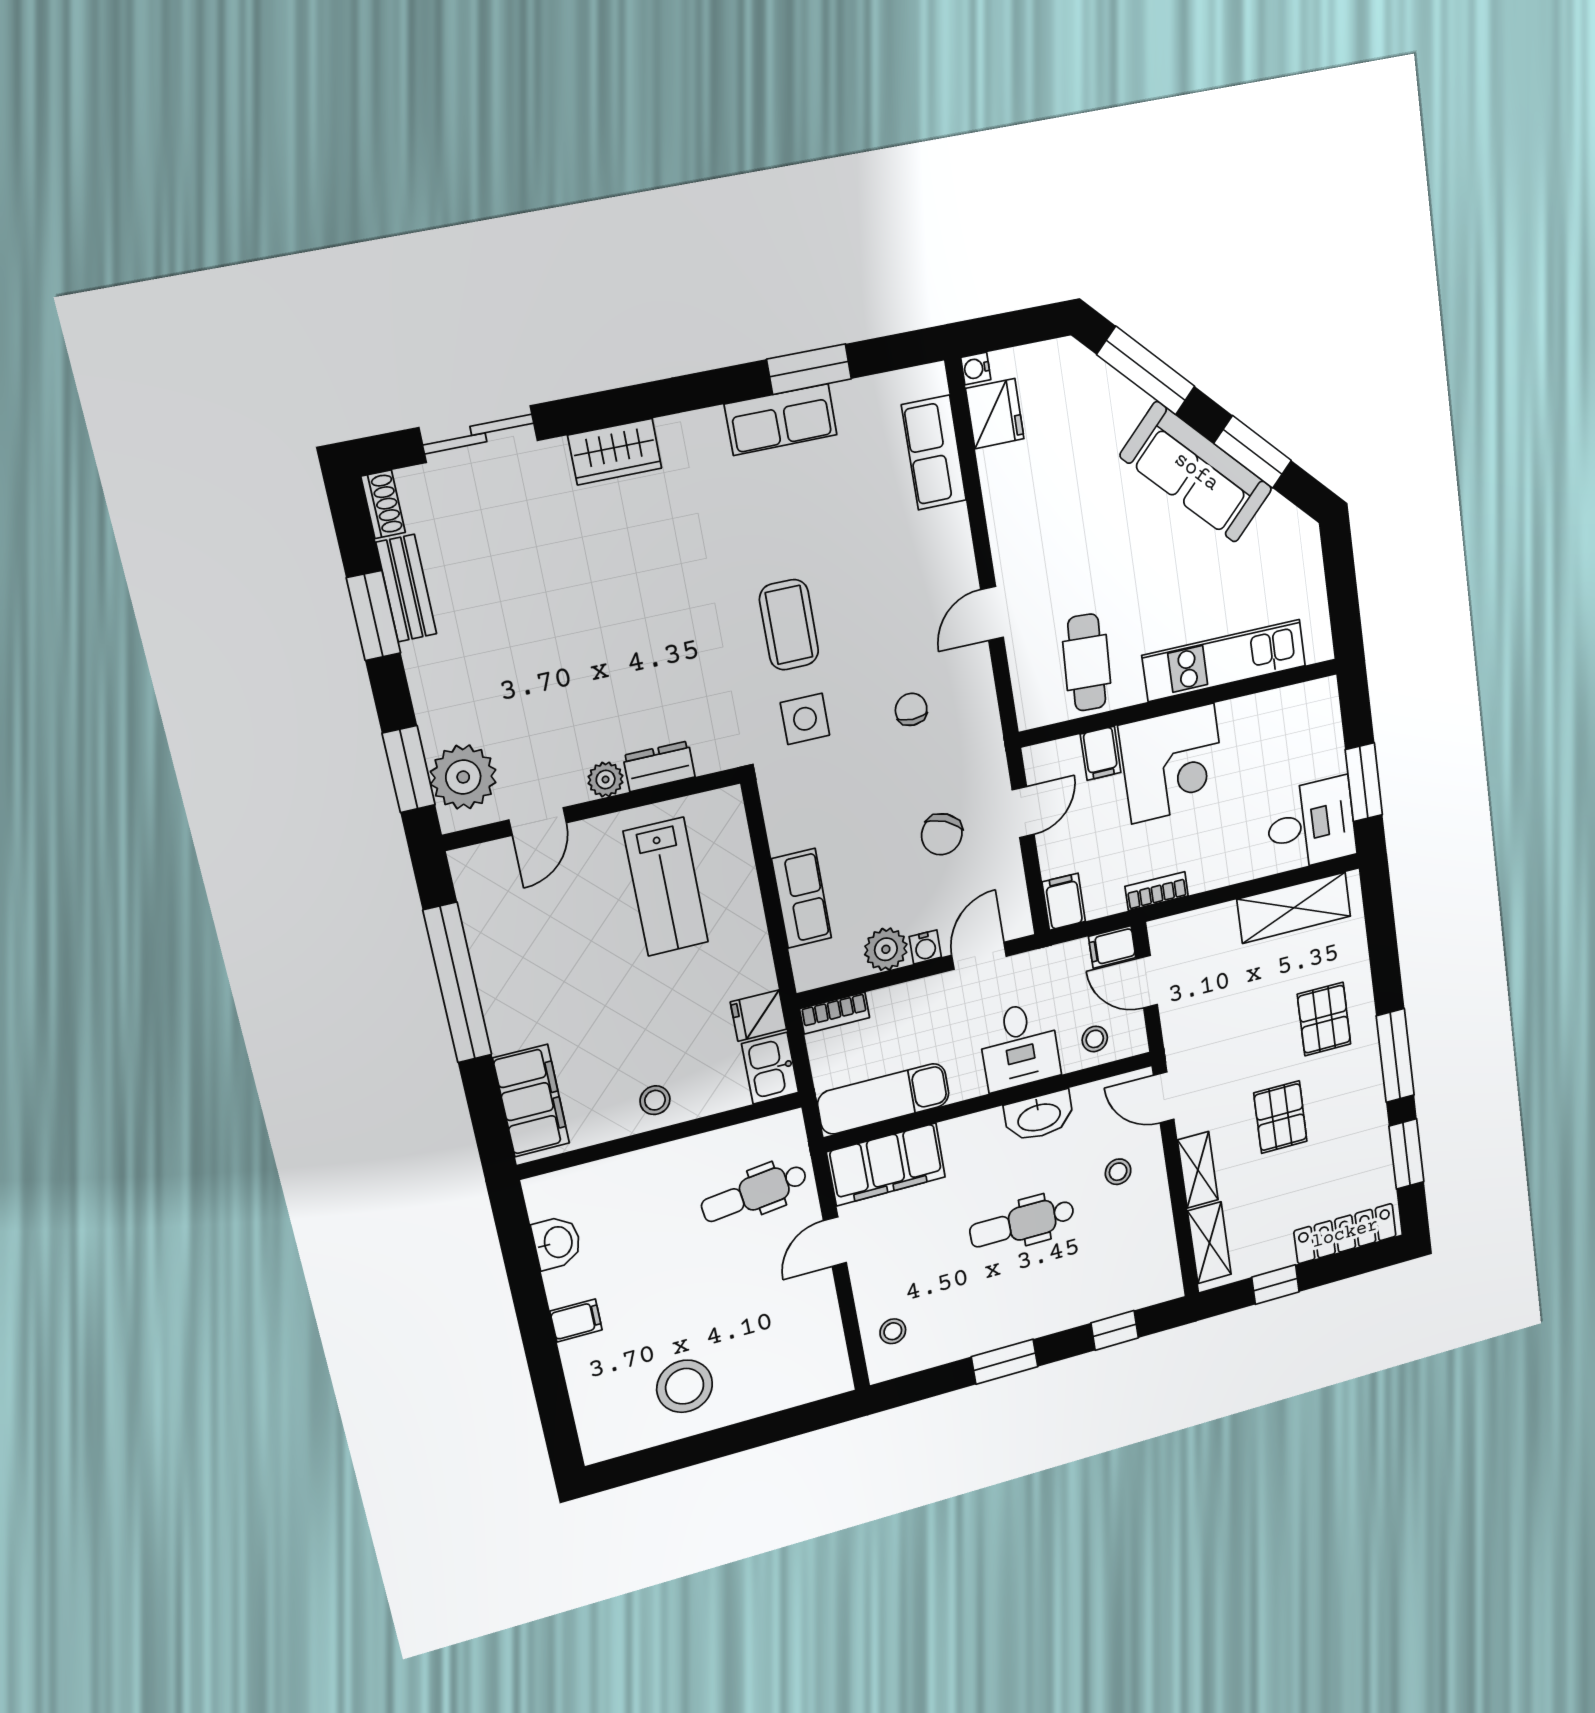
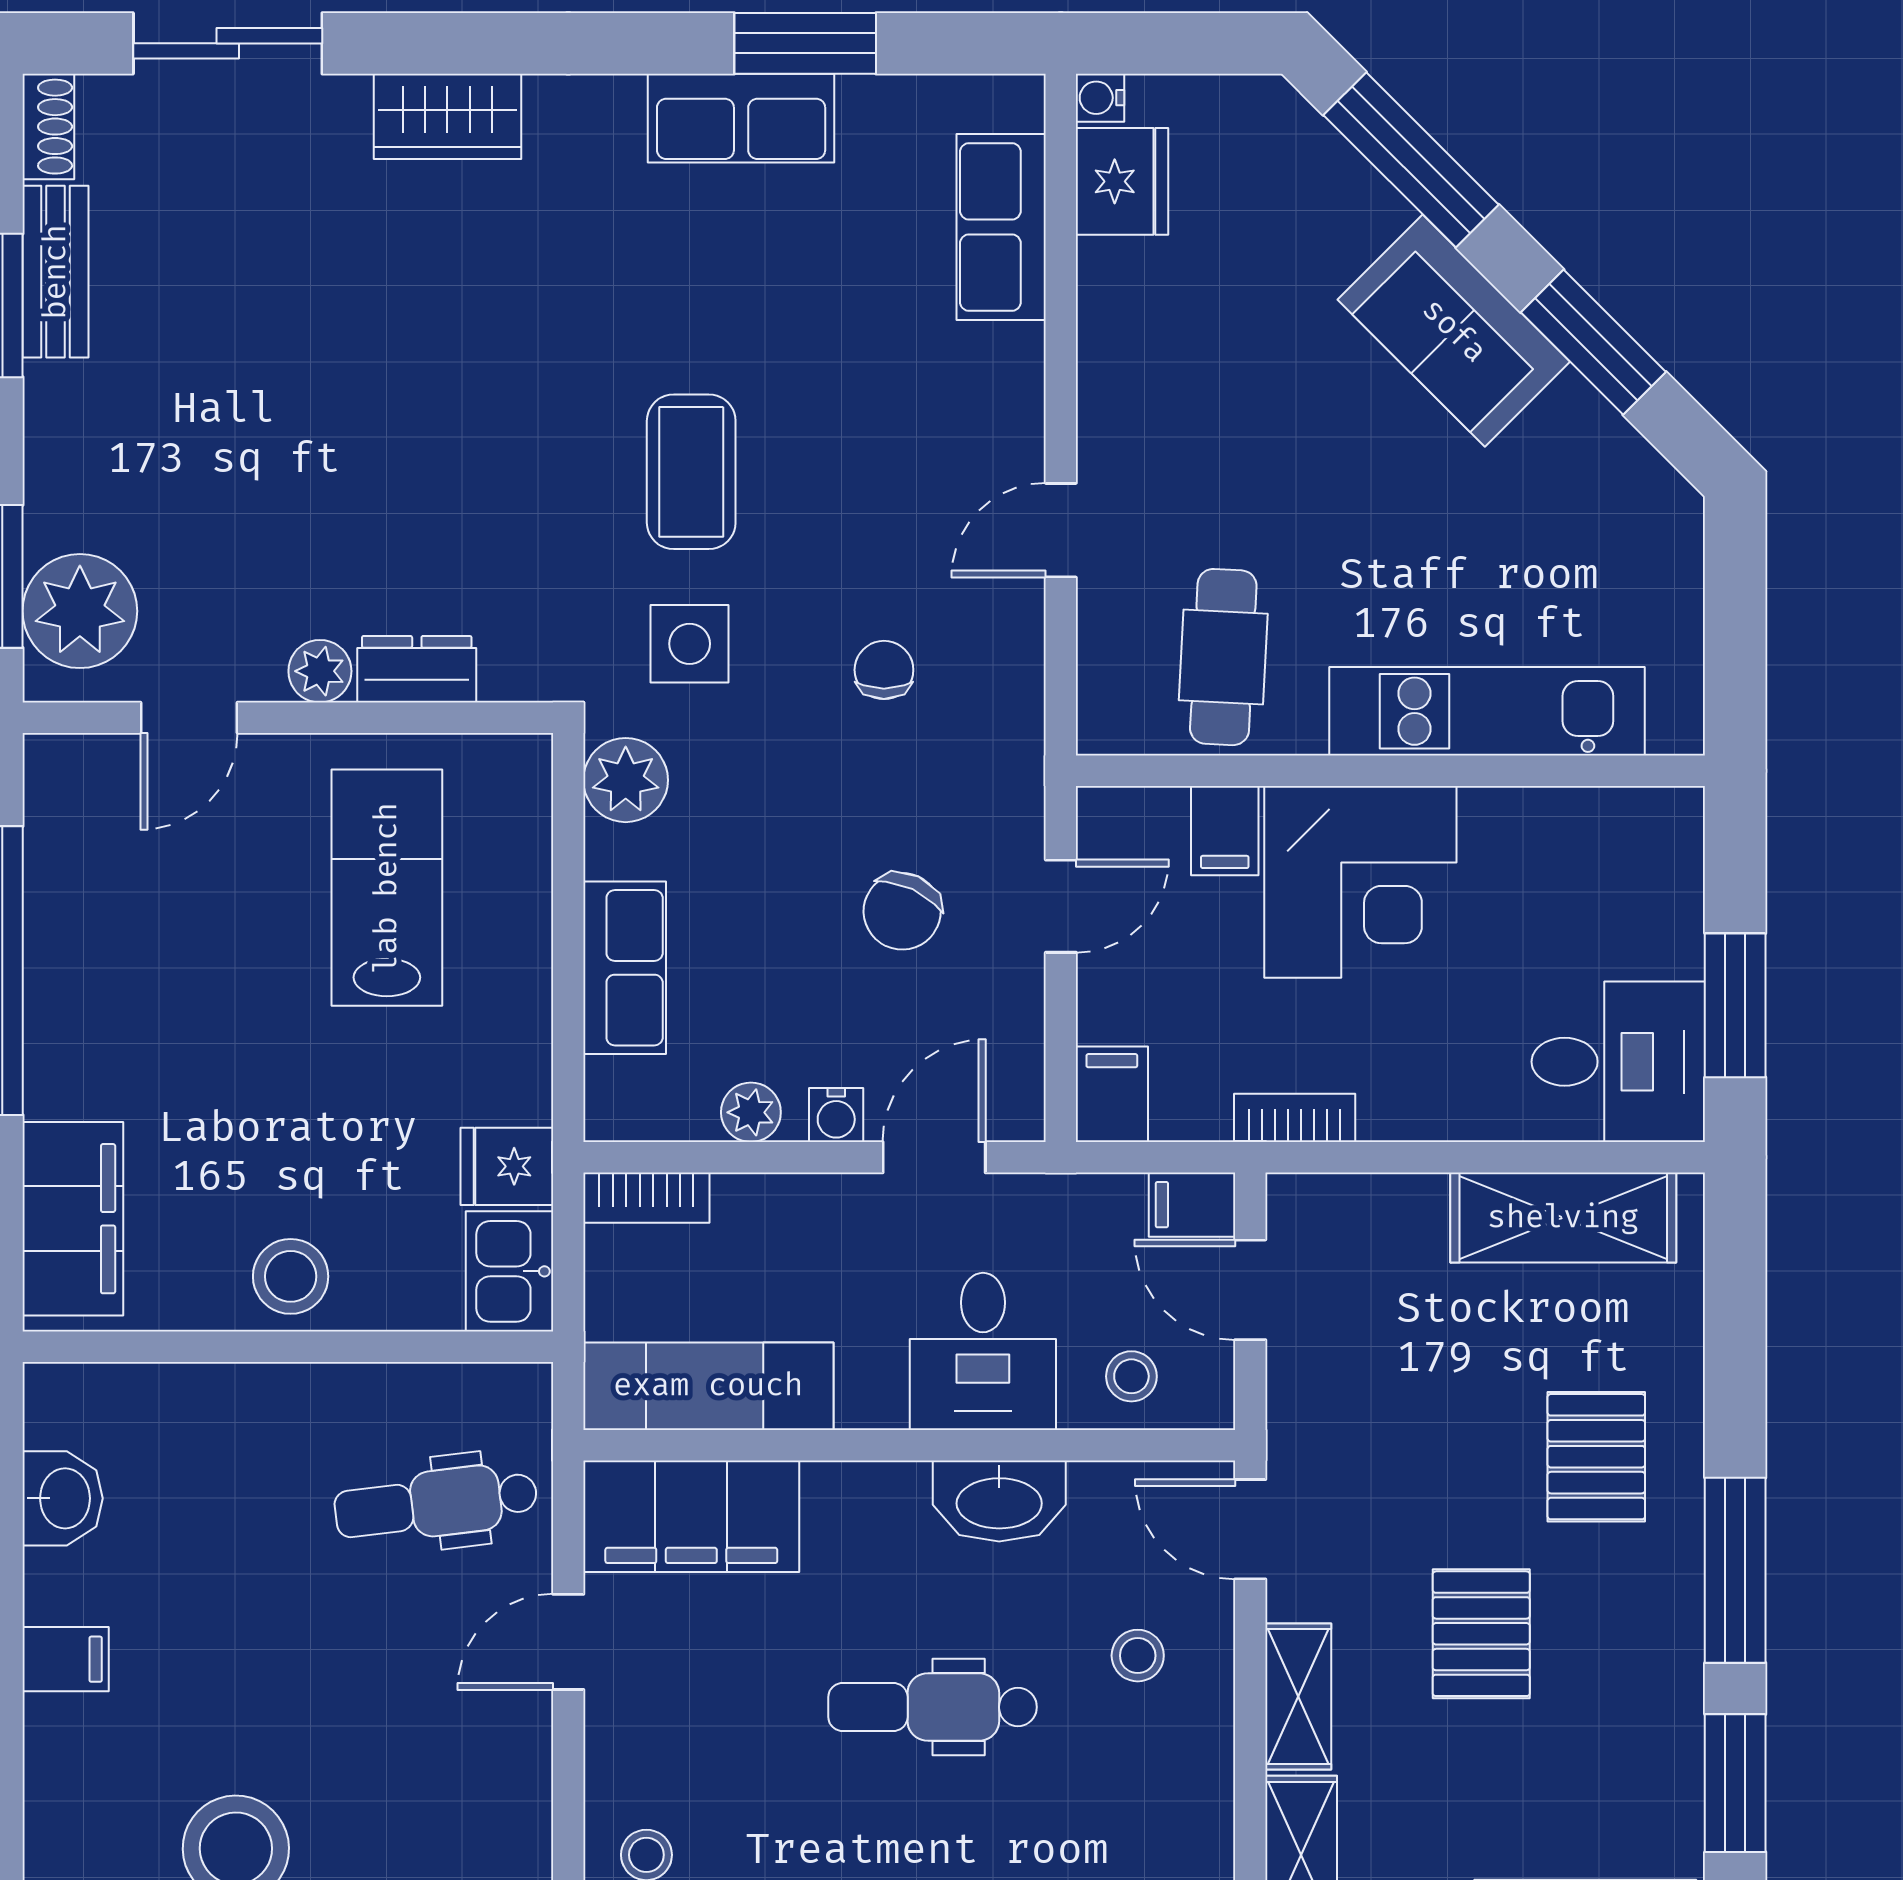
sofa: (1196, 472) -> (1454, 331), width x0.73
plant: (784, 800) -> (626, 780), added
lab bench: (666, 887) -> (387, 888), turned 180
plant: (886, 949) -> (751, 1112), width x0.73, depth x0.73
stool: (655, 1100) -> (291, 1276), width x1.37, depth x1.37

